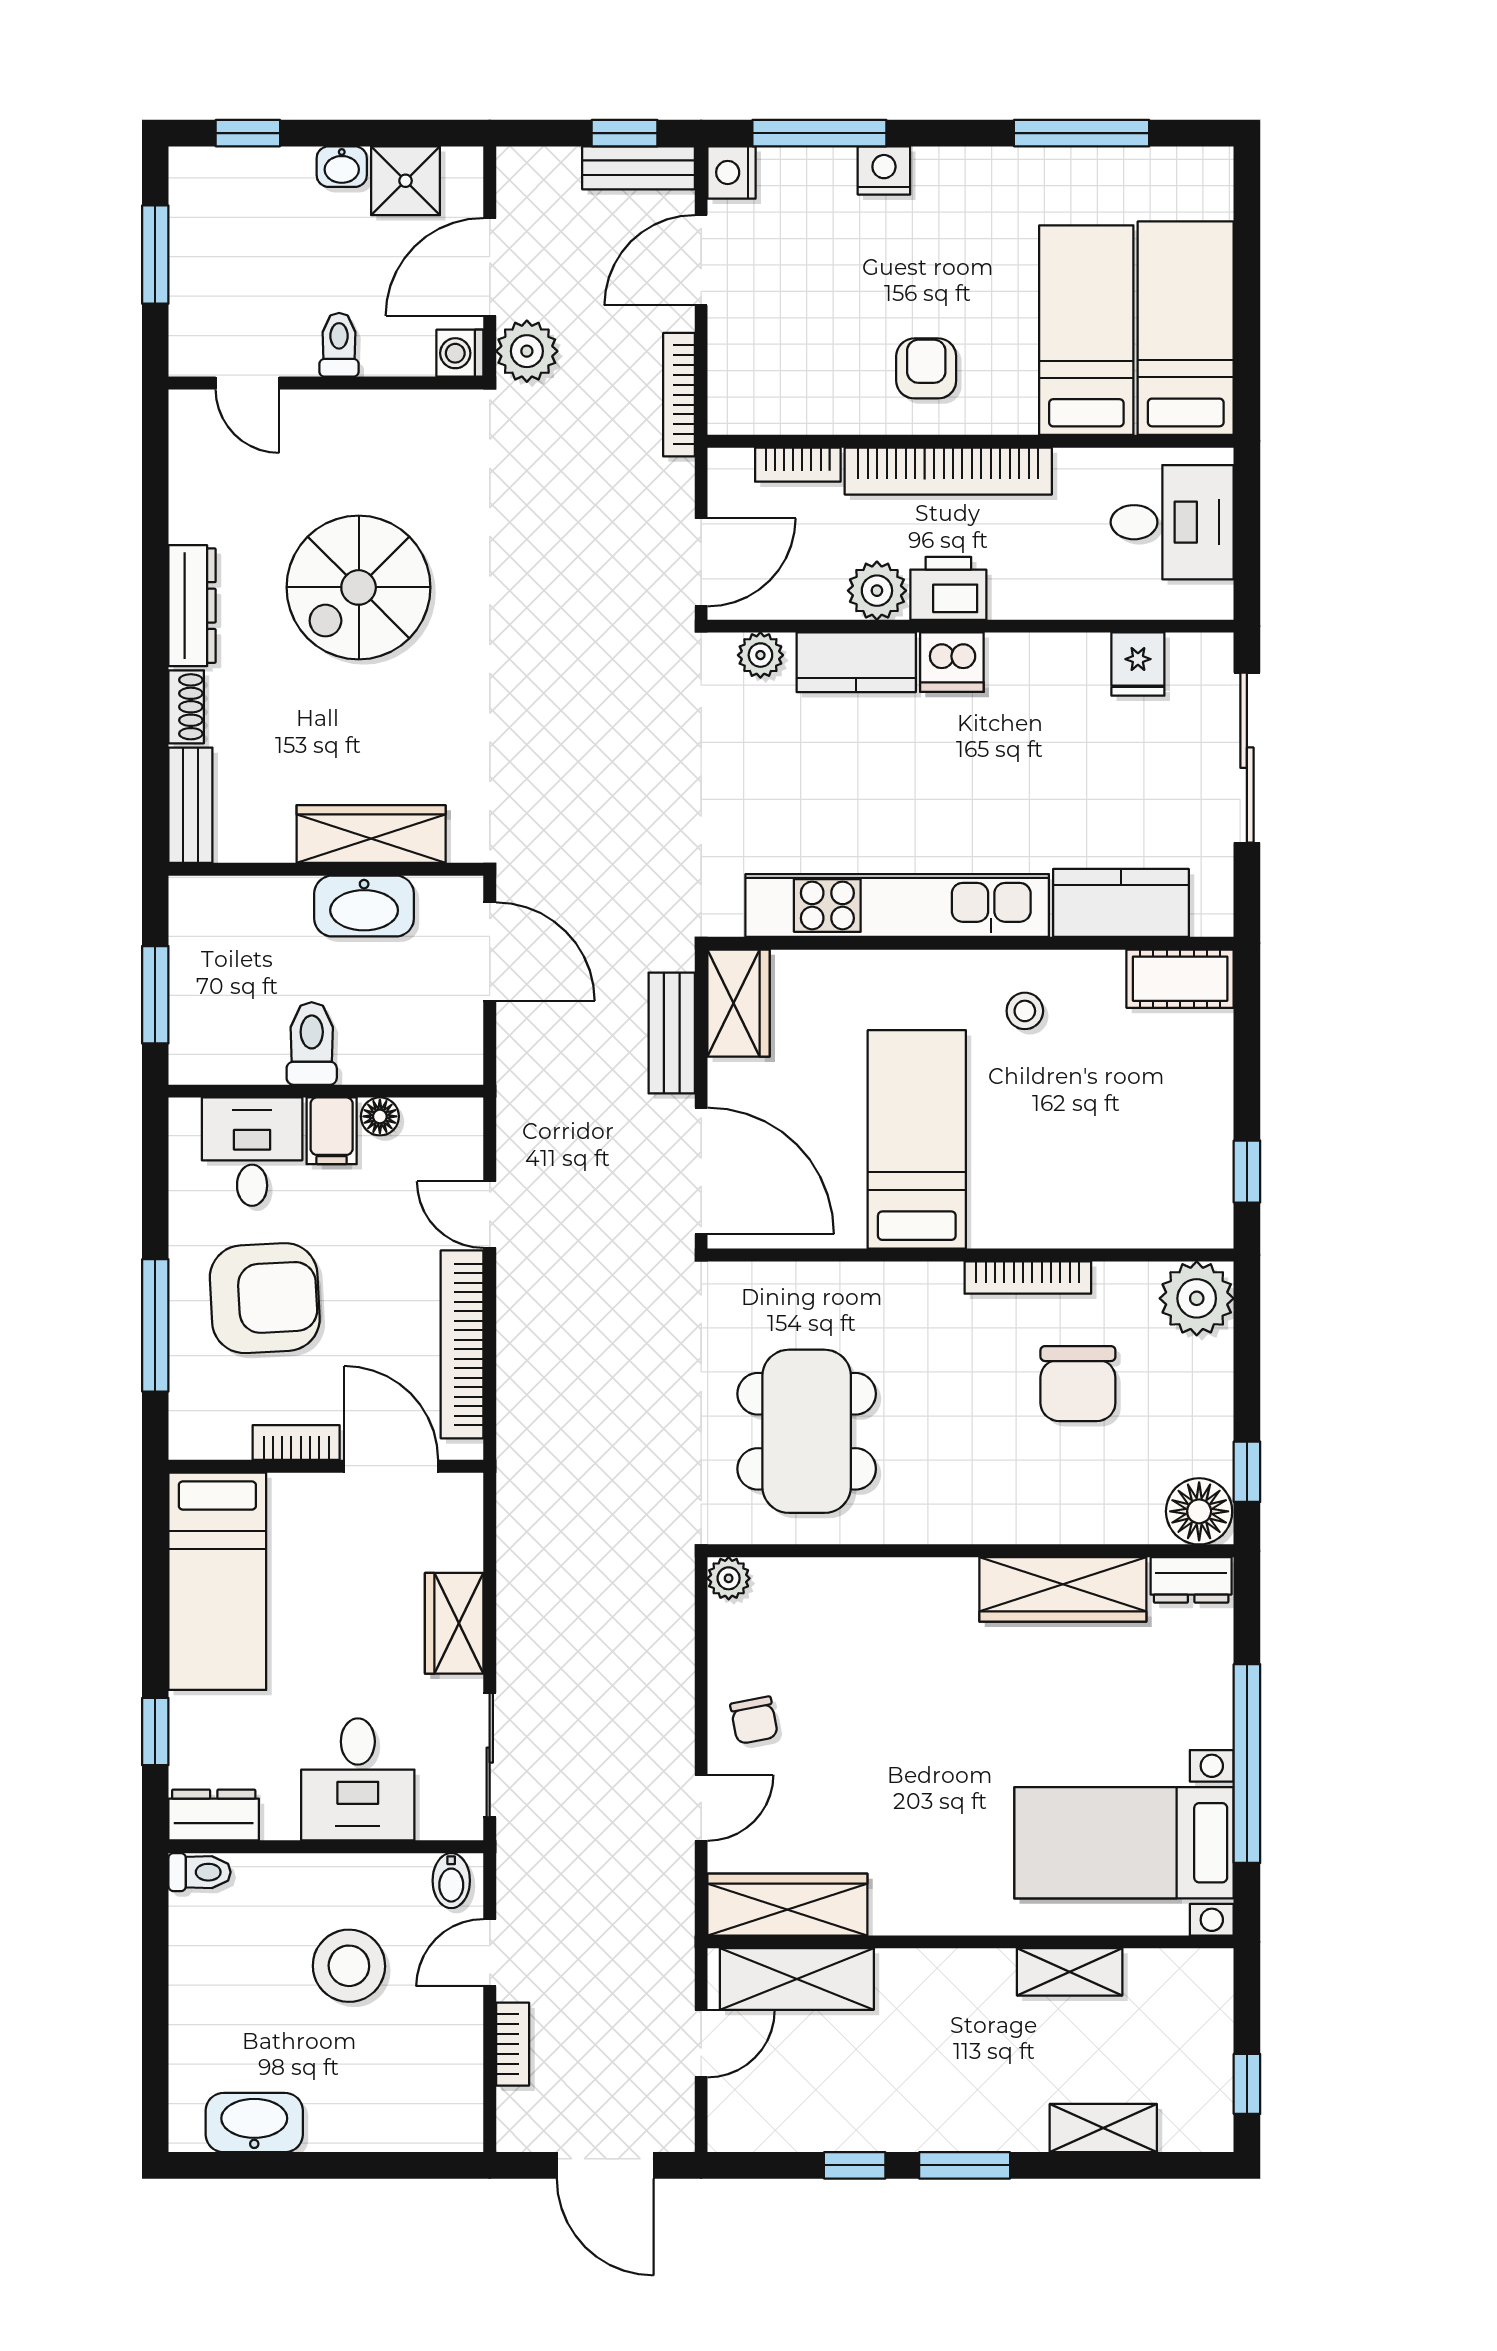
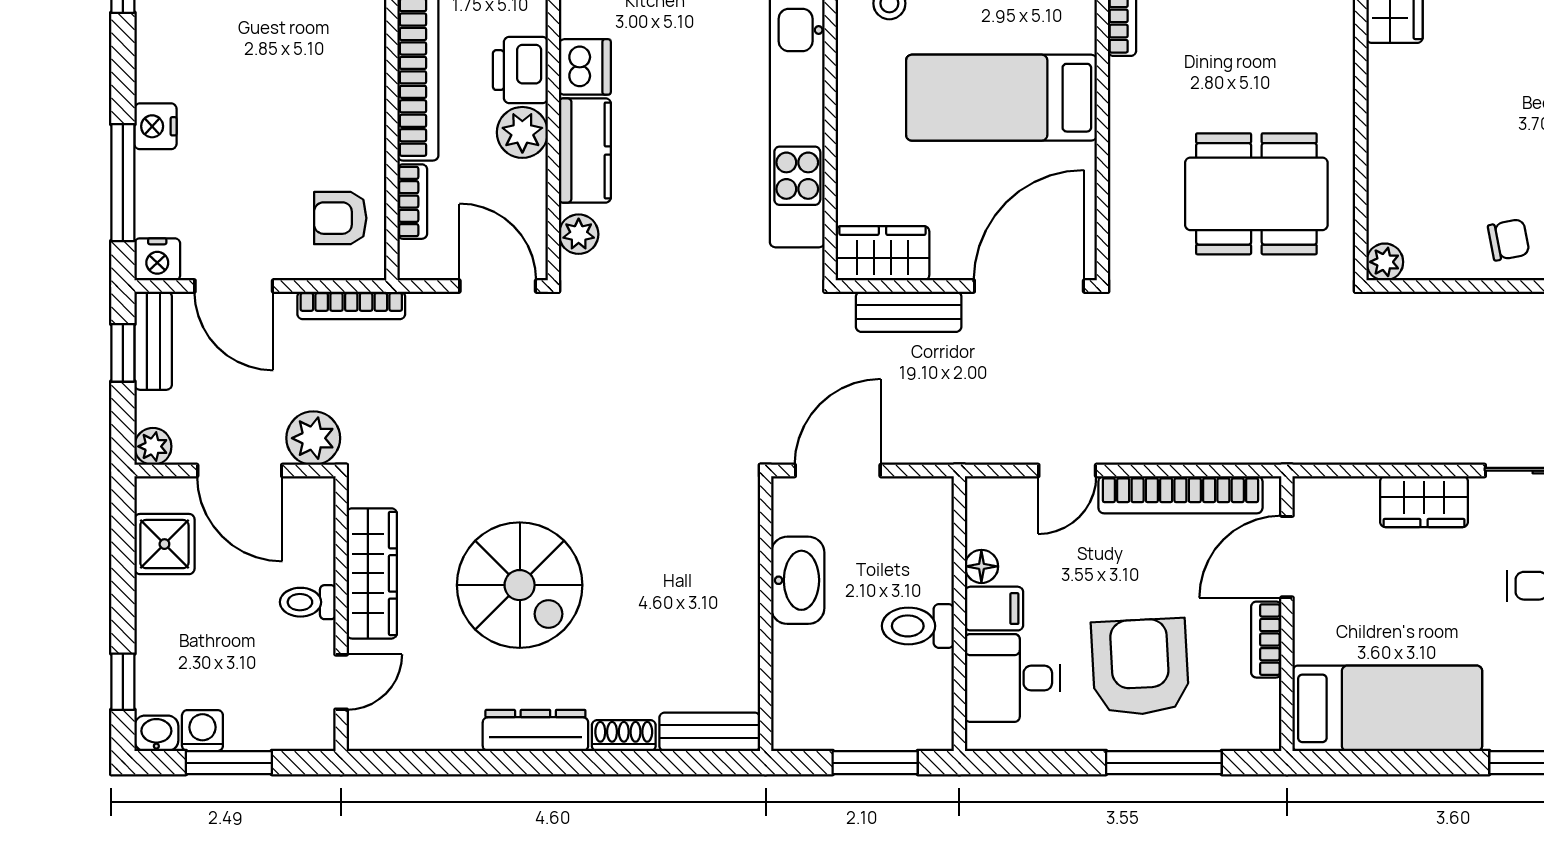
washbasin: (342, 167) -> (156, 733), moved, turned -90
plant: (517, 168) -> (153, 446), added
washing machine: (460, 353) -> (202, 731), moved, turned 180
armchair: (926, 368) -> (340, 218), moved
wardrobe: (371, 834) -> (372, 573), moved, turned 180

